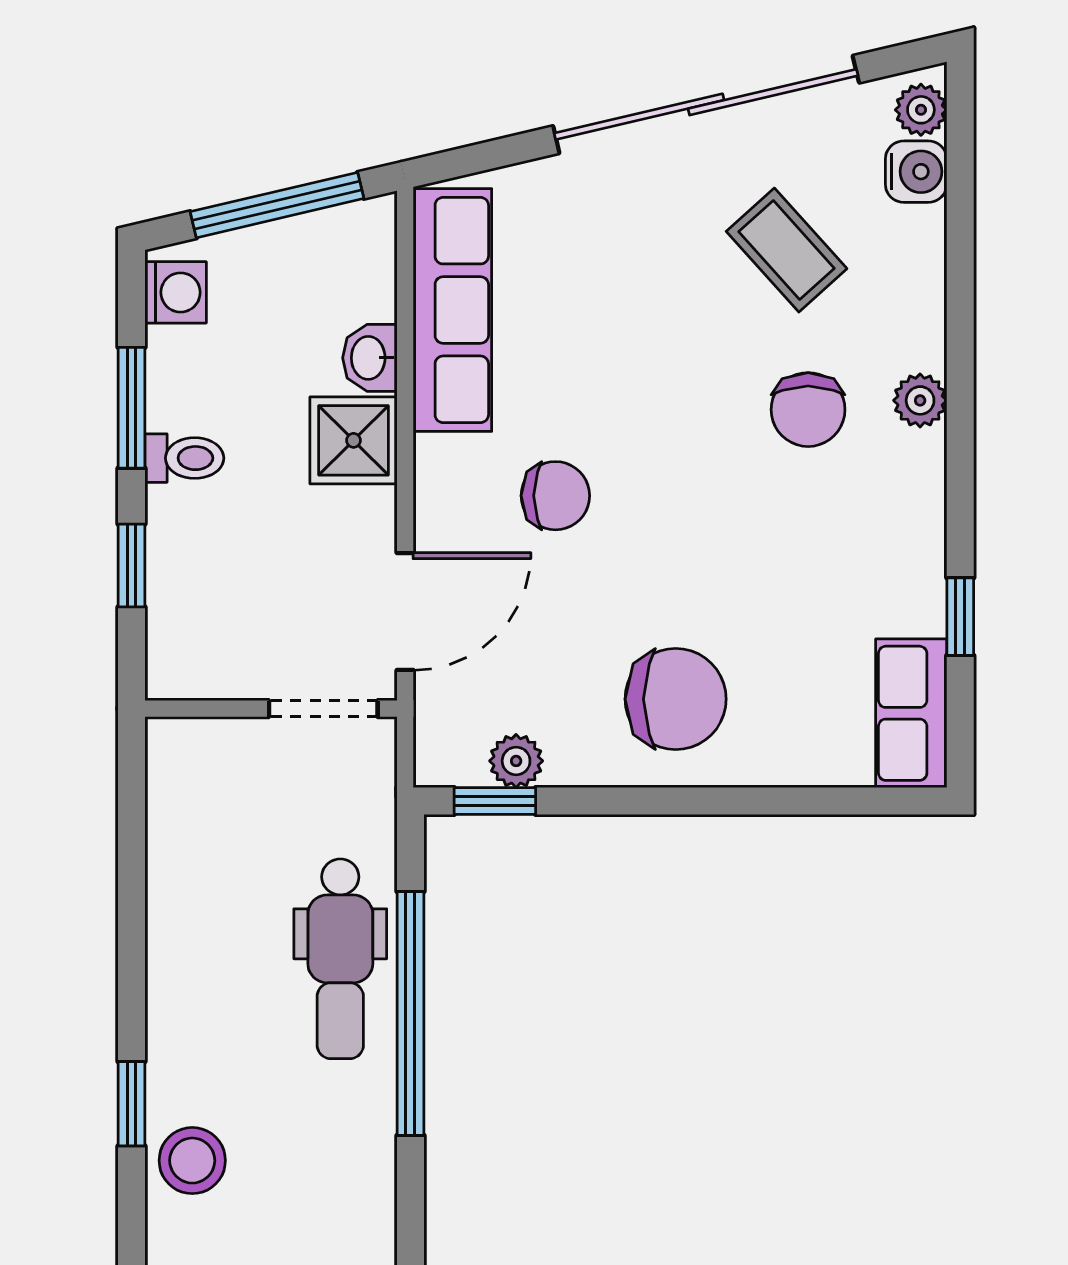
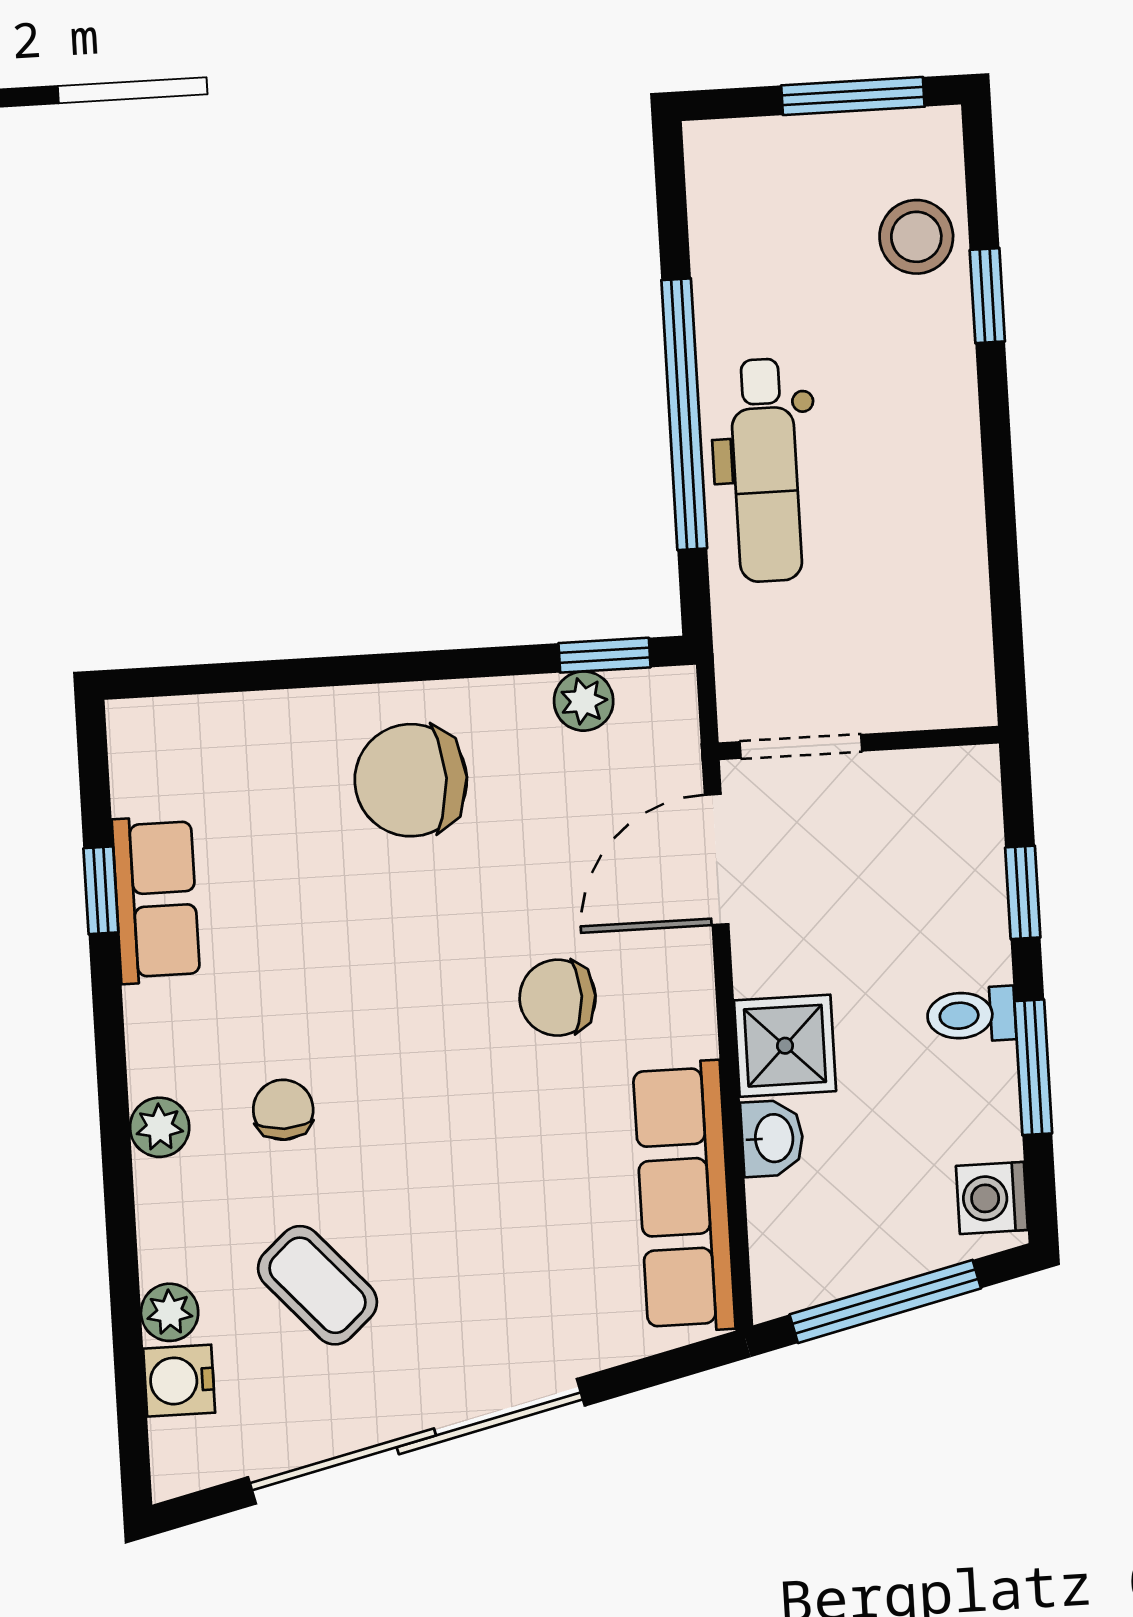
plant: (921, 110) -> (170, 1312), moved
chair: (808, 410) -> (283, 1110), width x0.73, depth x0.73
row of seats: (911, 713) -> (156, 900), moved
dental chair: (340, 959) -> (766, 470), turned 180

